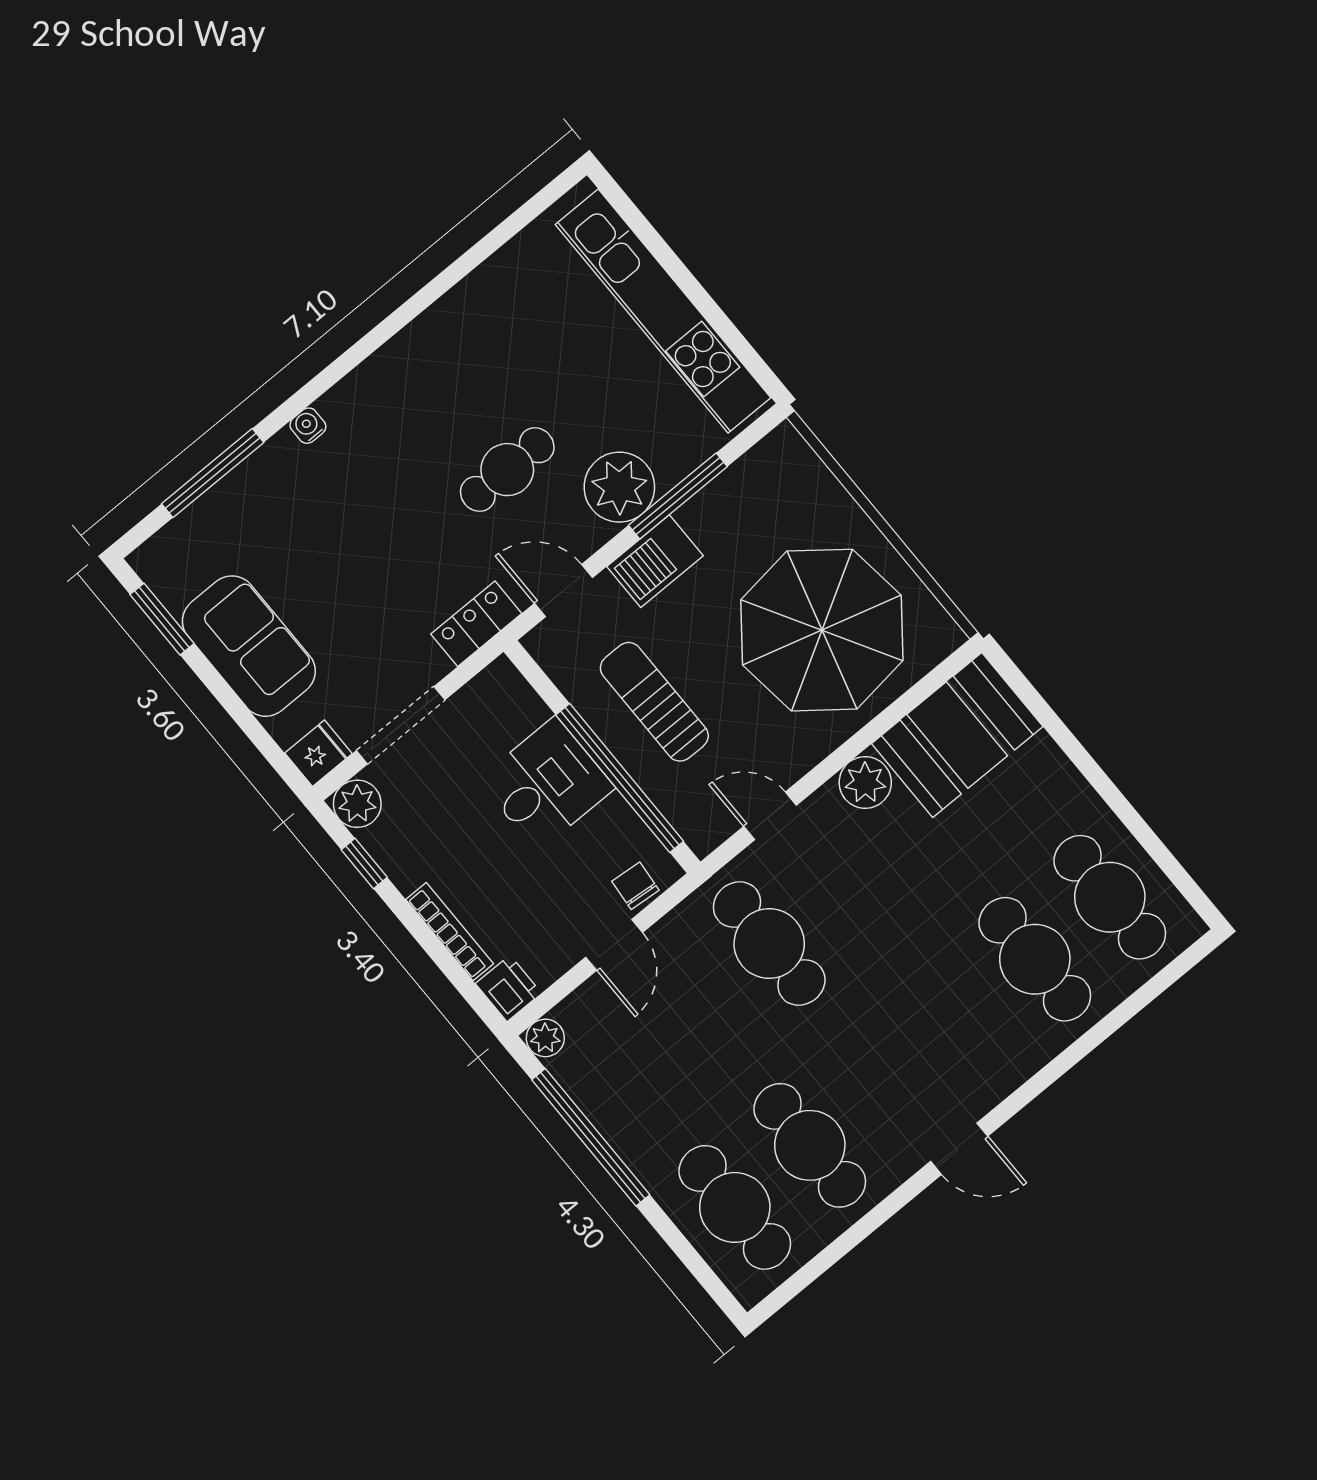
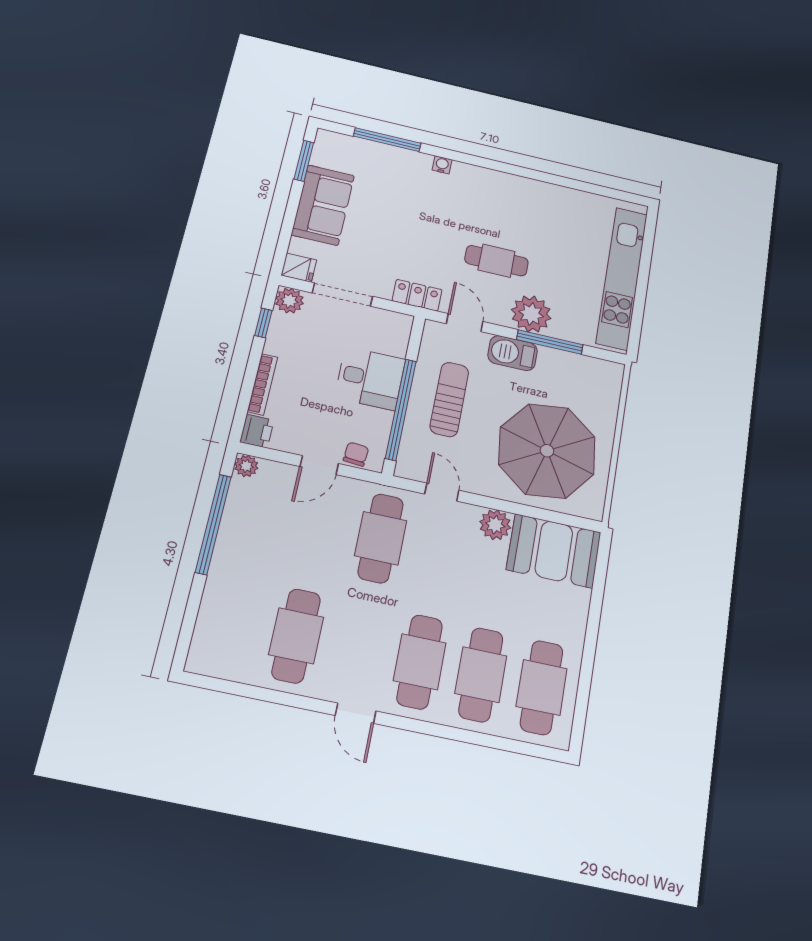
cafe table: (735, 1207) -> (420, 662), moved

